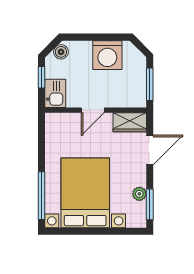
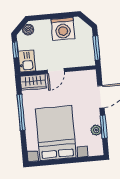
wardrobe: (130, 122) -> (33, 82), moved
window: (41, 196) -> (21, 112), moved
window: (150, 204) -> (104, 127), moved

